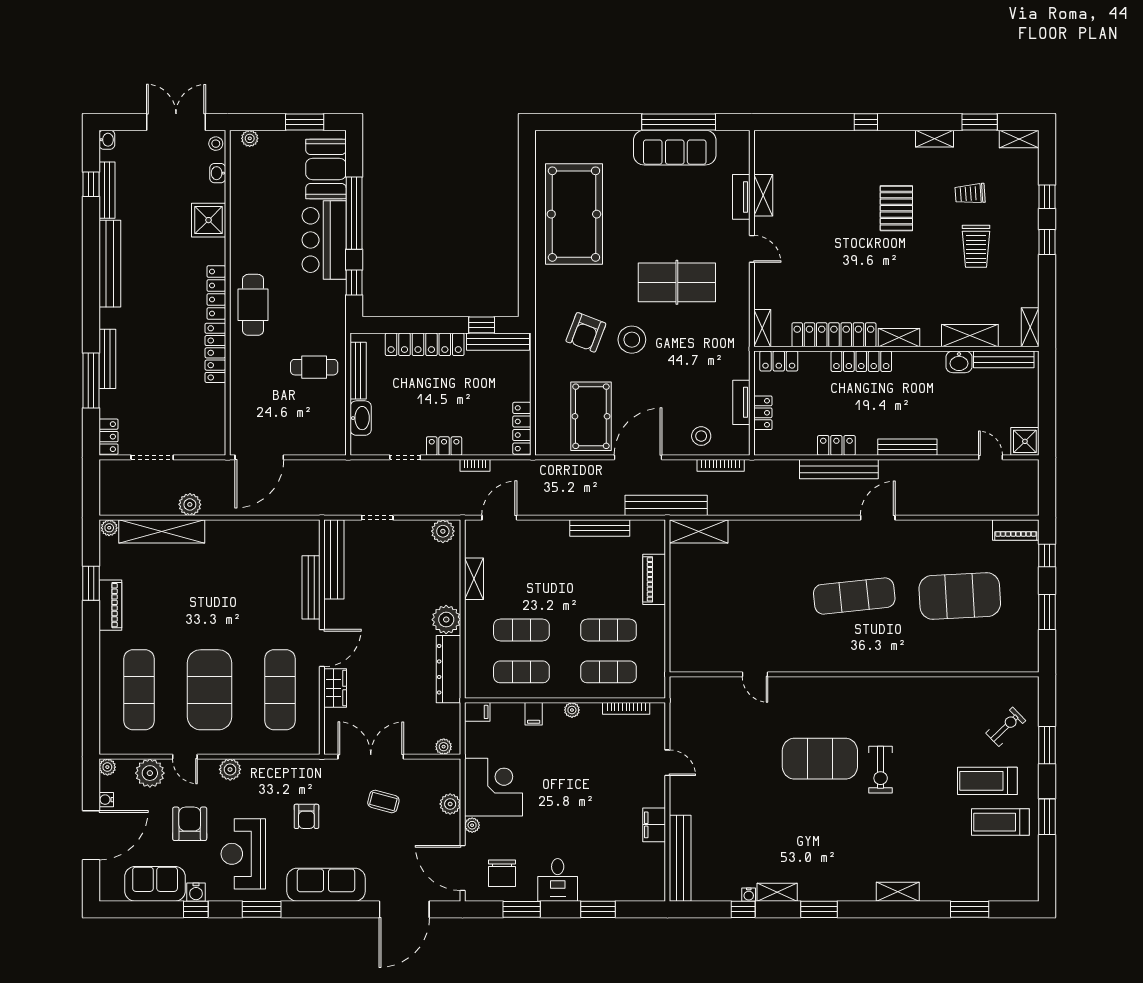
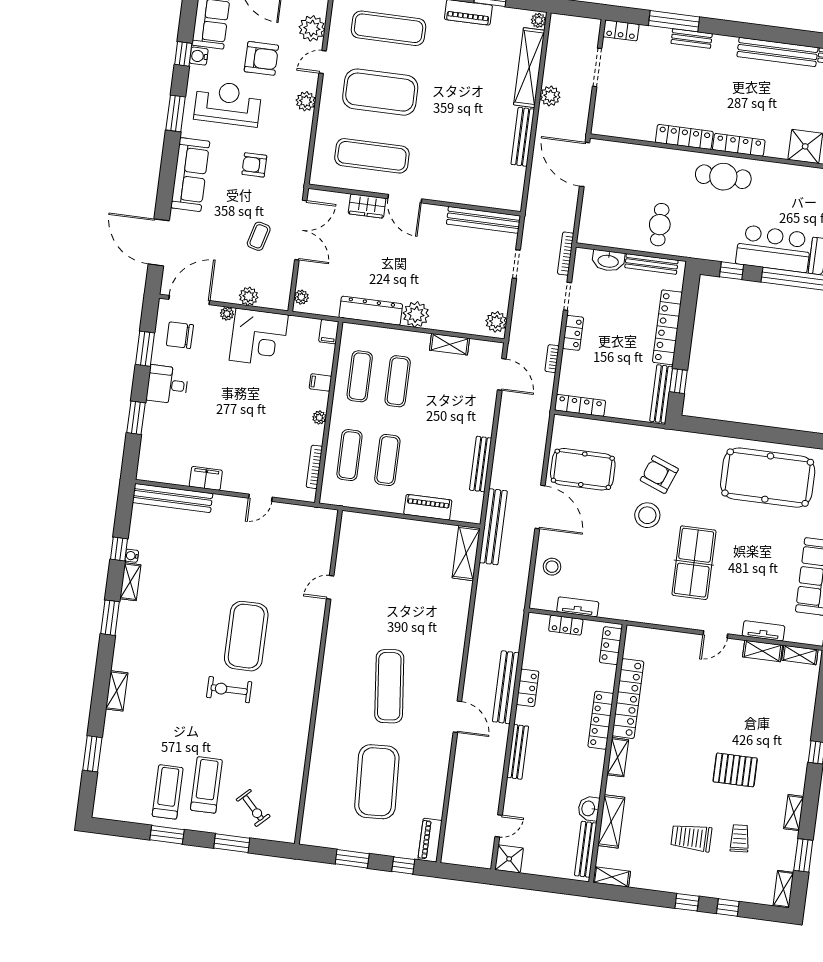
shelving: (762, 328) -> (800, 655), moved
bench: (107, 359) -> (692, 39), width x0.73
bookcase: (721, 465) -> (566, 254), moved
bench: (311, 587) -> (523, 137), moved, turned 90

